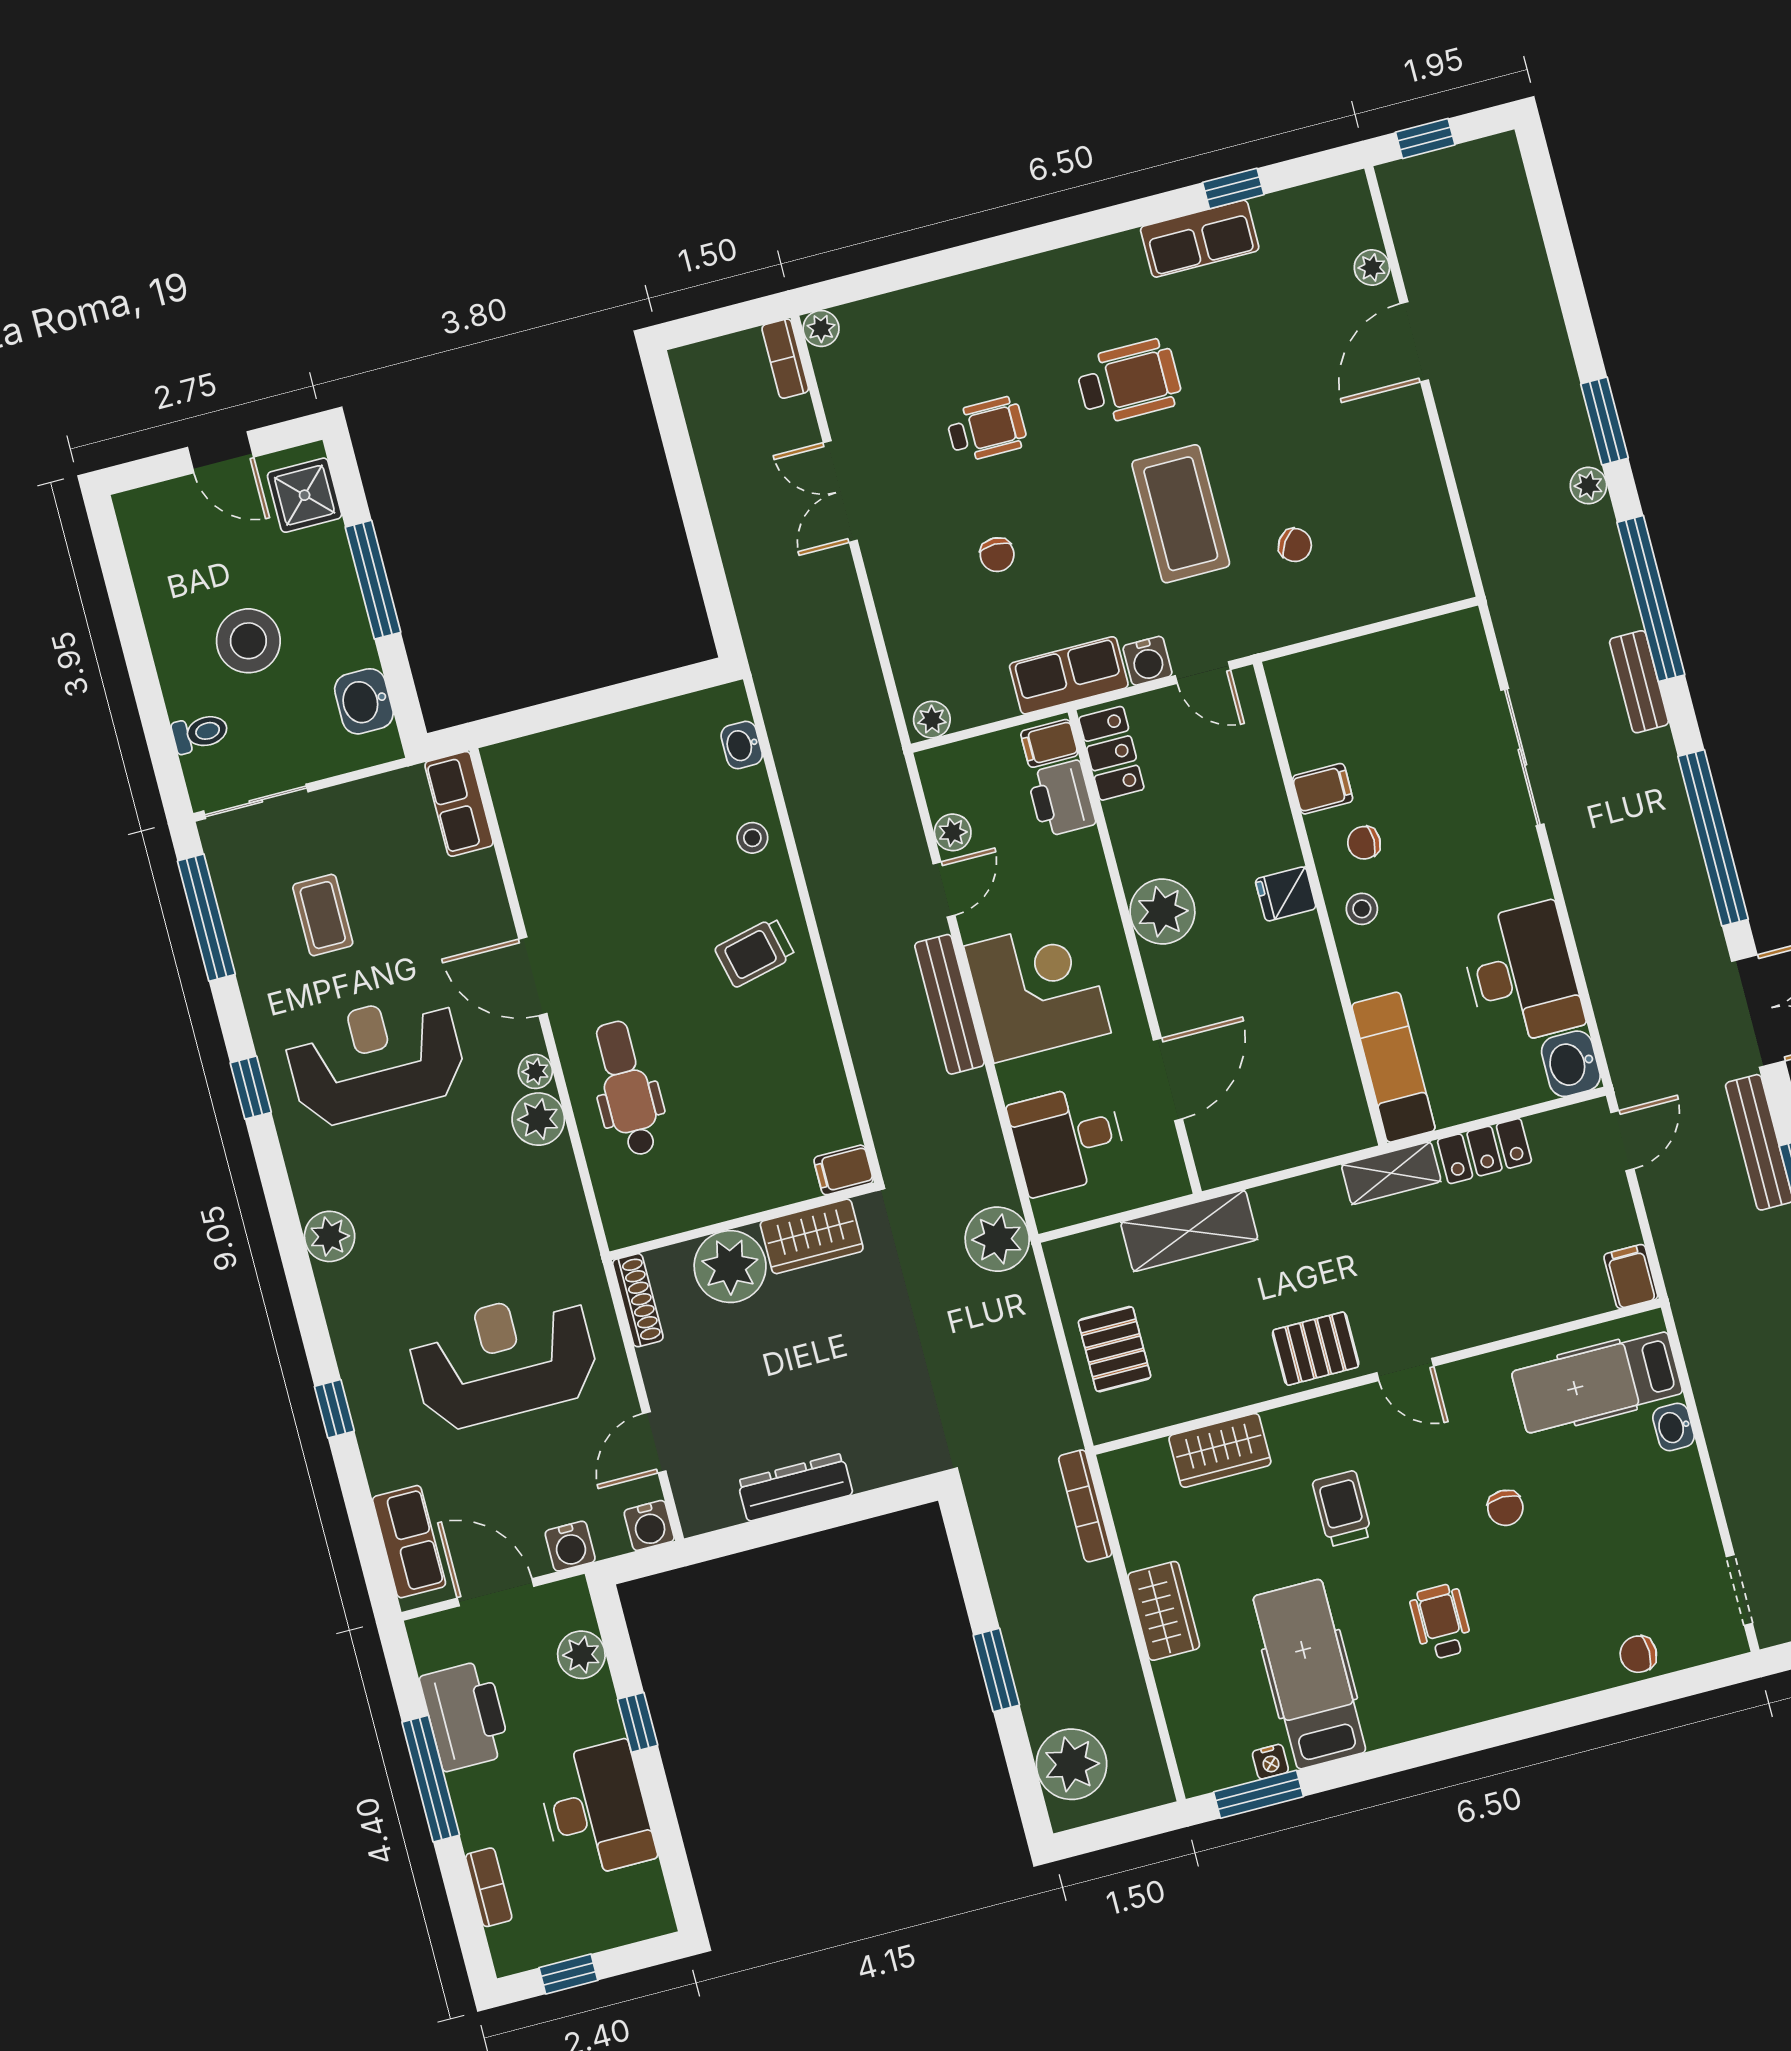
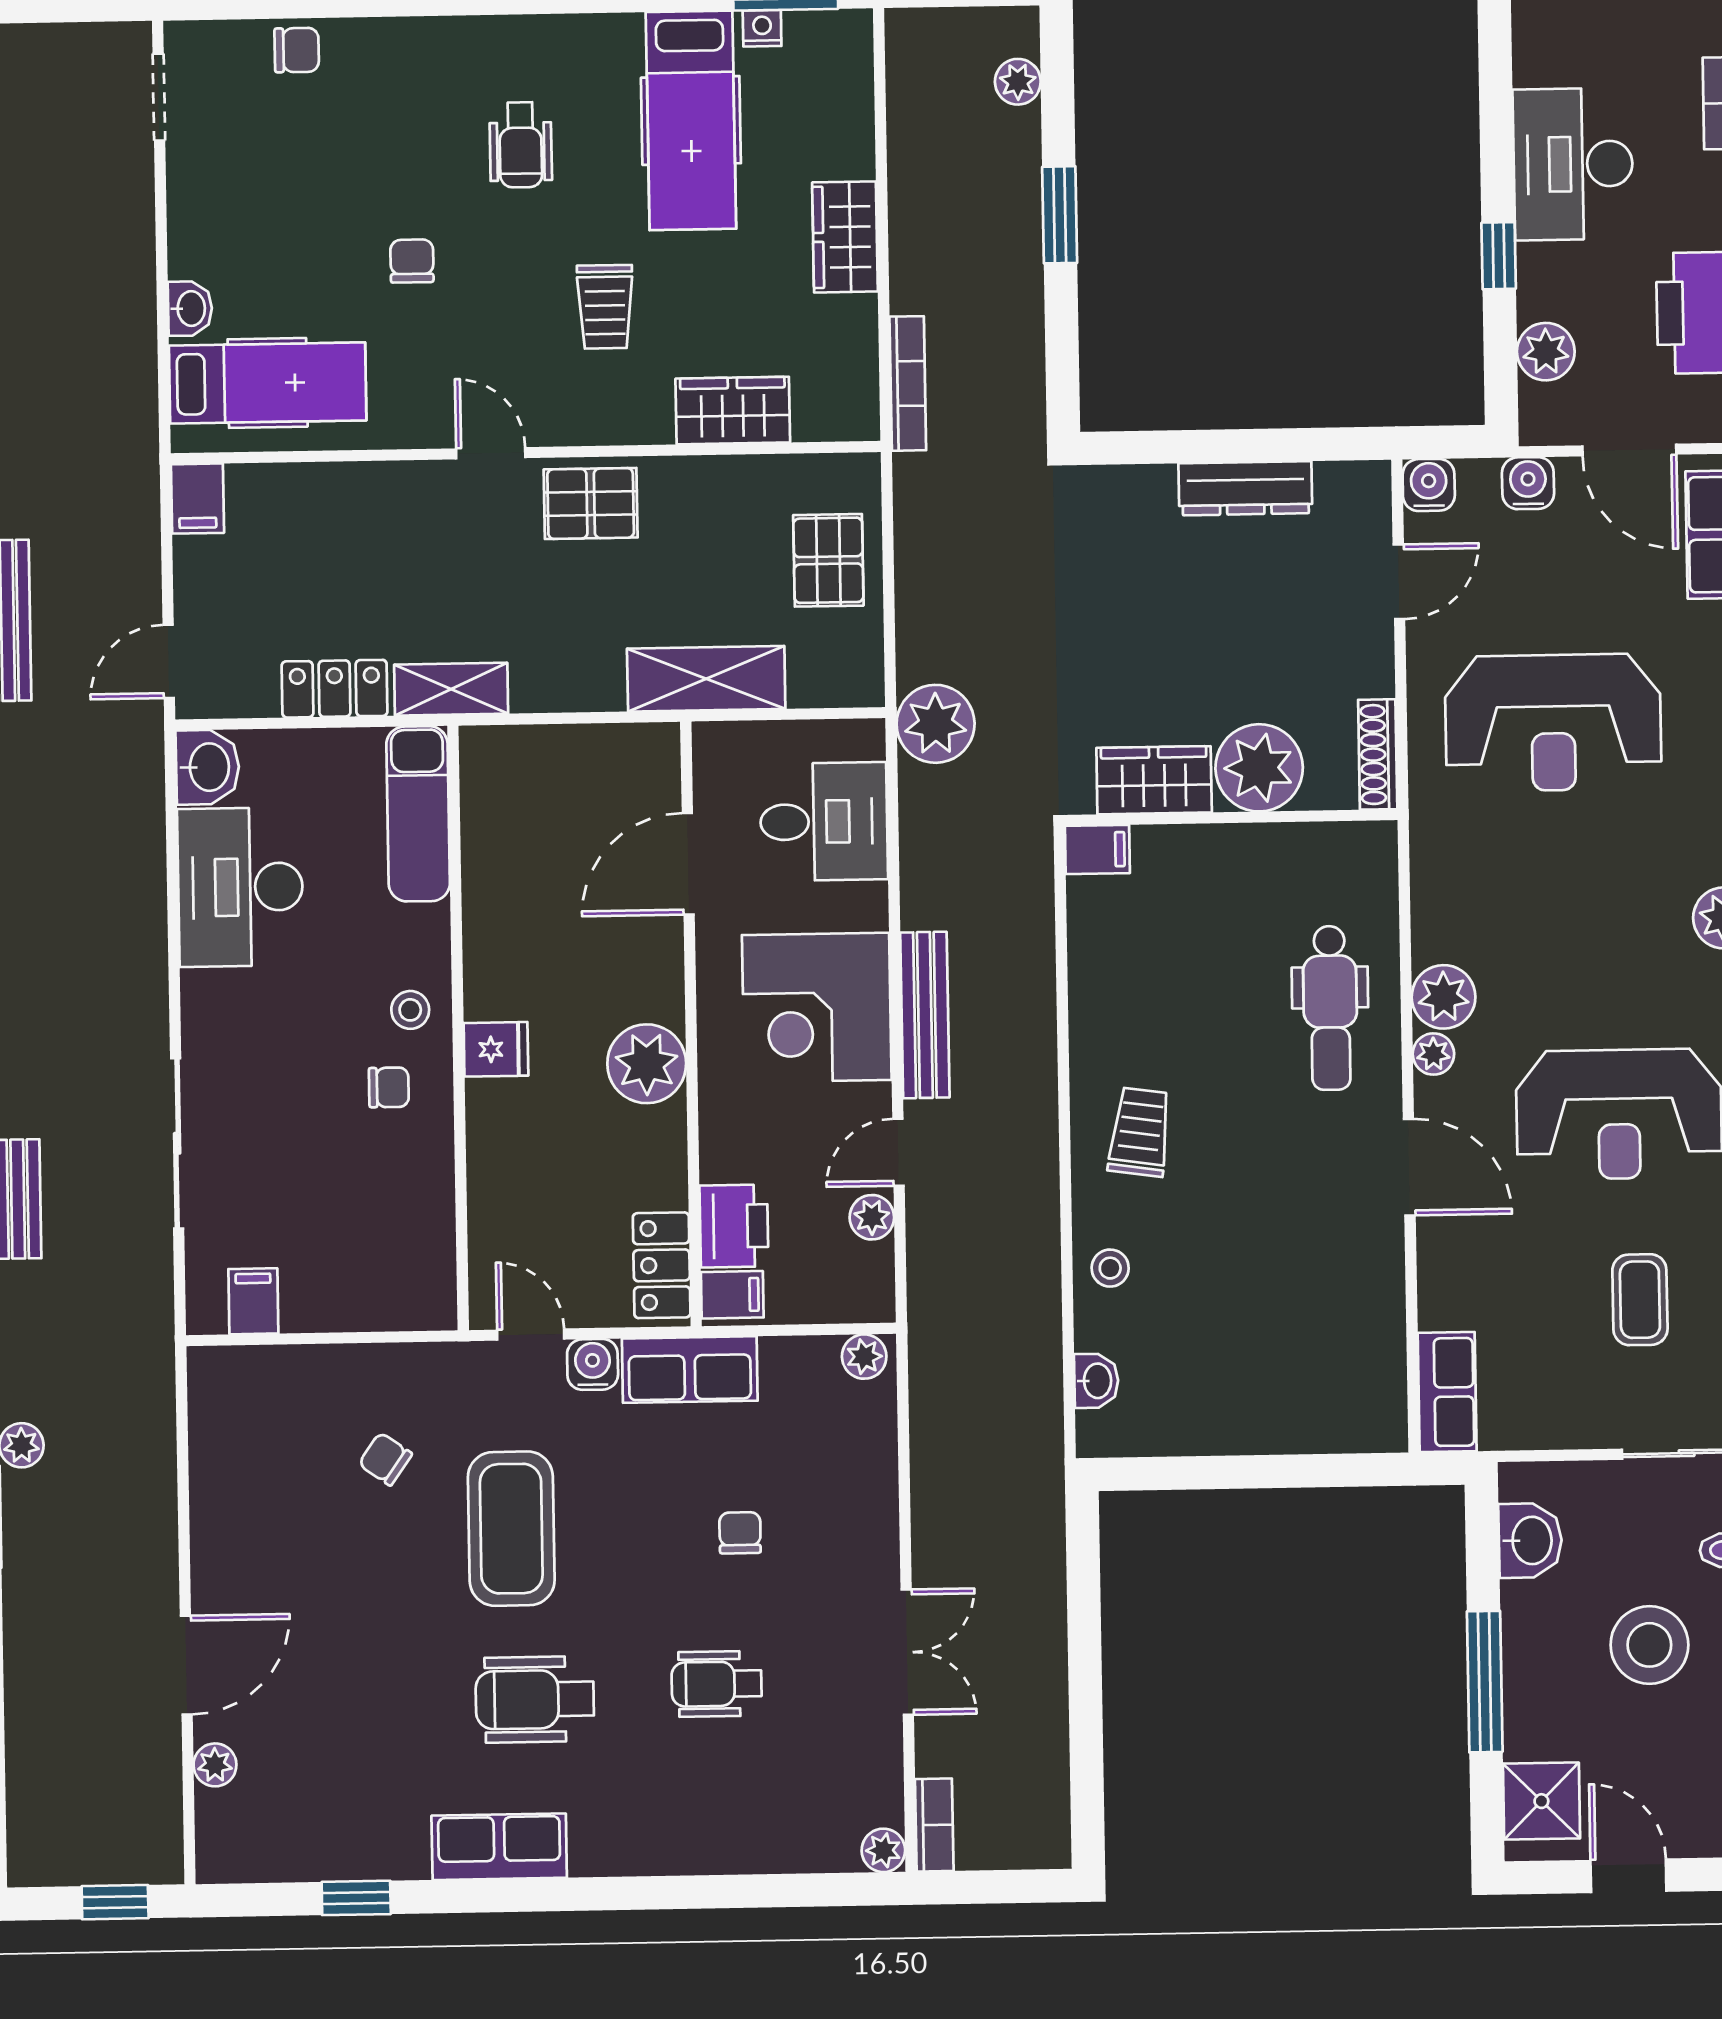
row of seats: (1200, 239) -> (499, 1847), moved
filing cabinet: (1323, 789) -> (253, 1301), moved, turned 90
trolley: (755, 952) -> (1140, 1132), turned -69
plant: (1072, 1764) -> (1018, 82), width x0.53, depth x0.53

